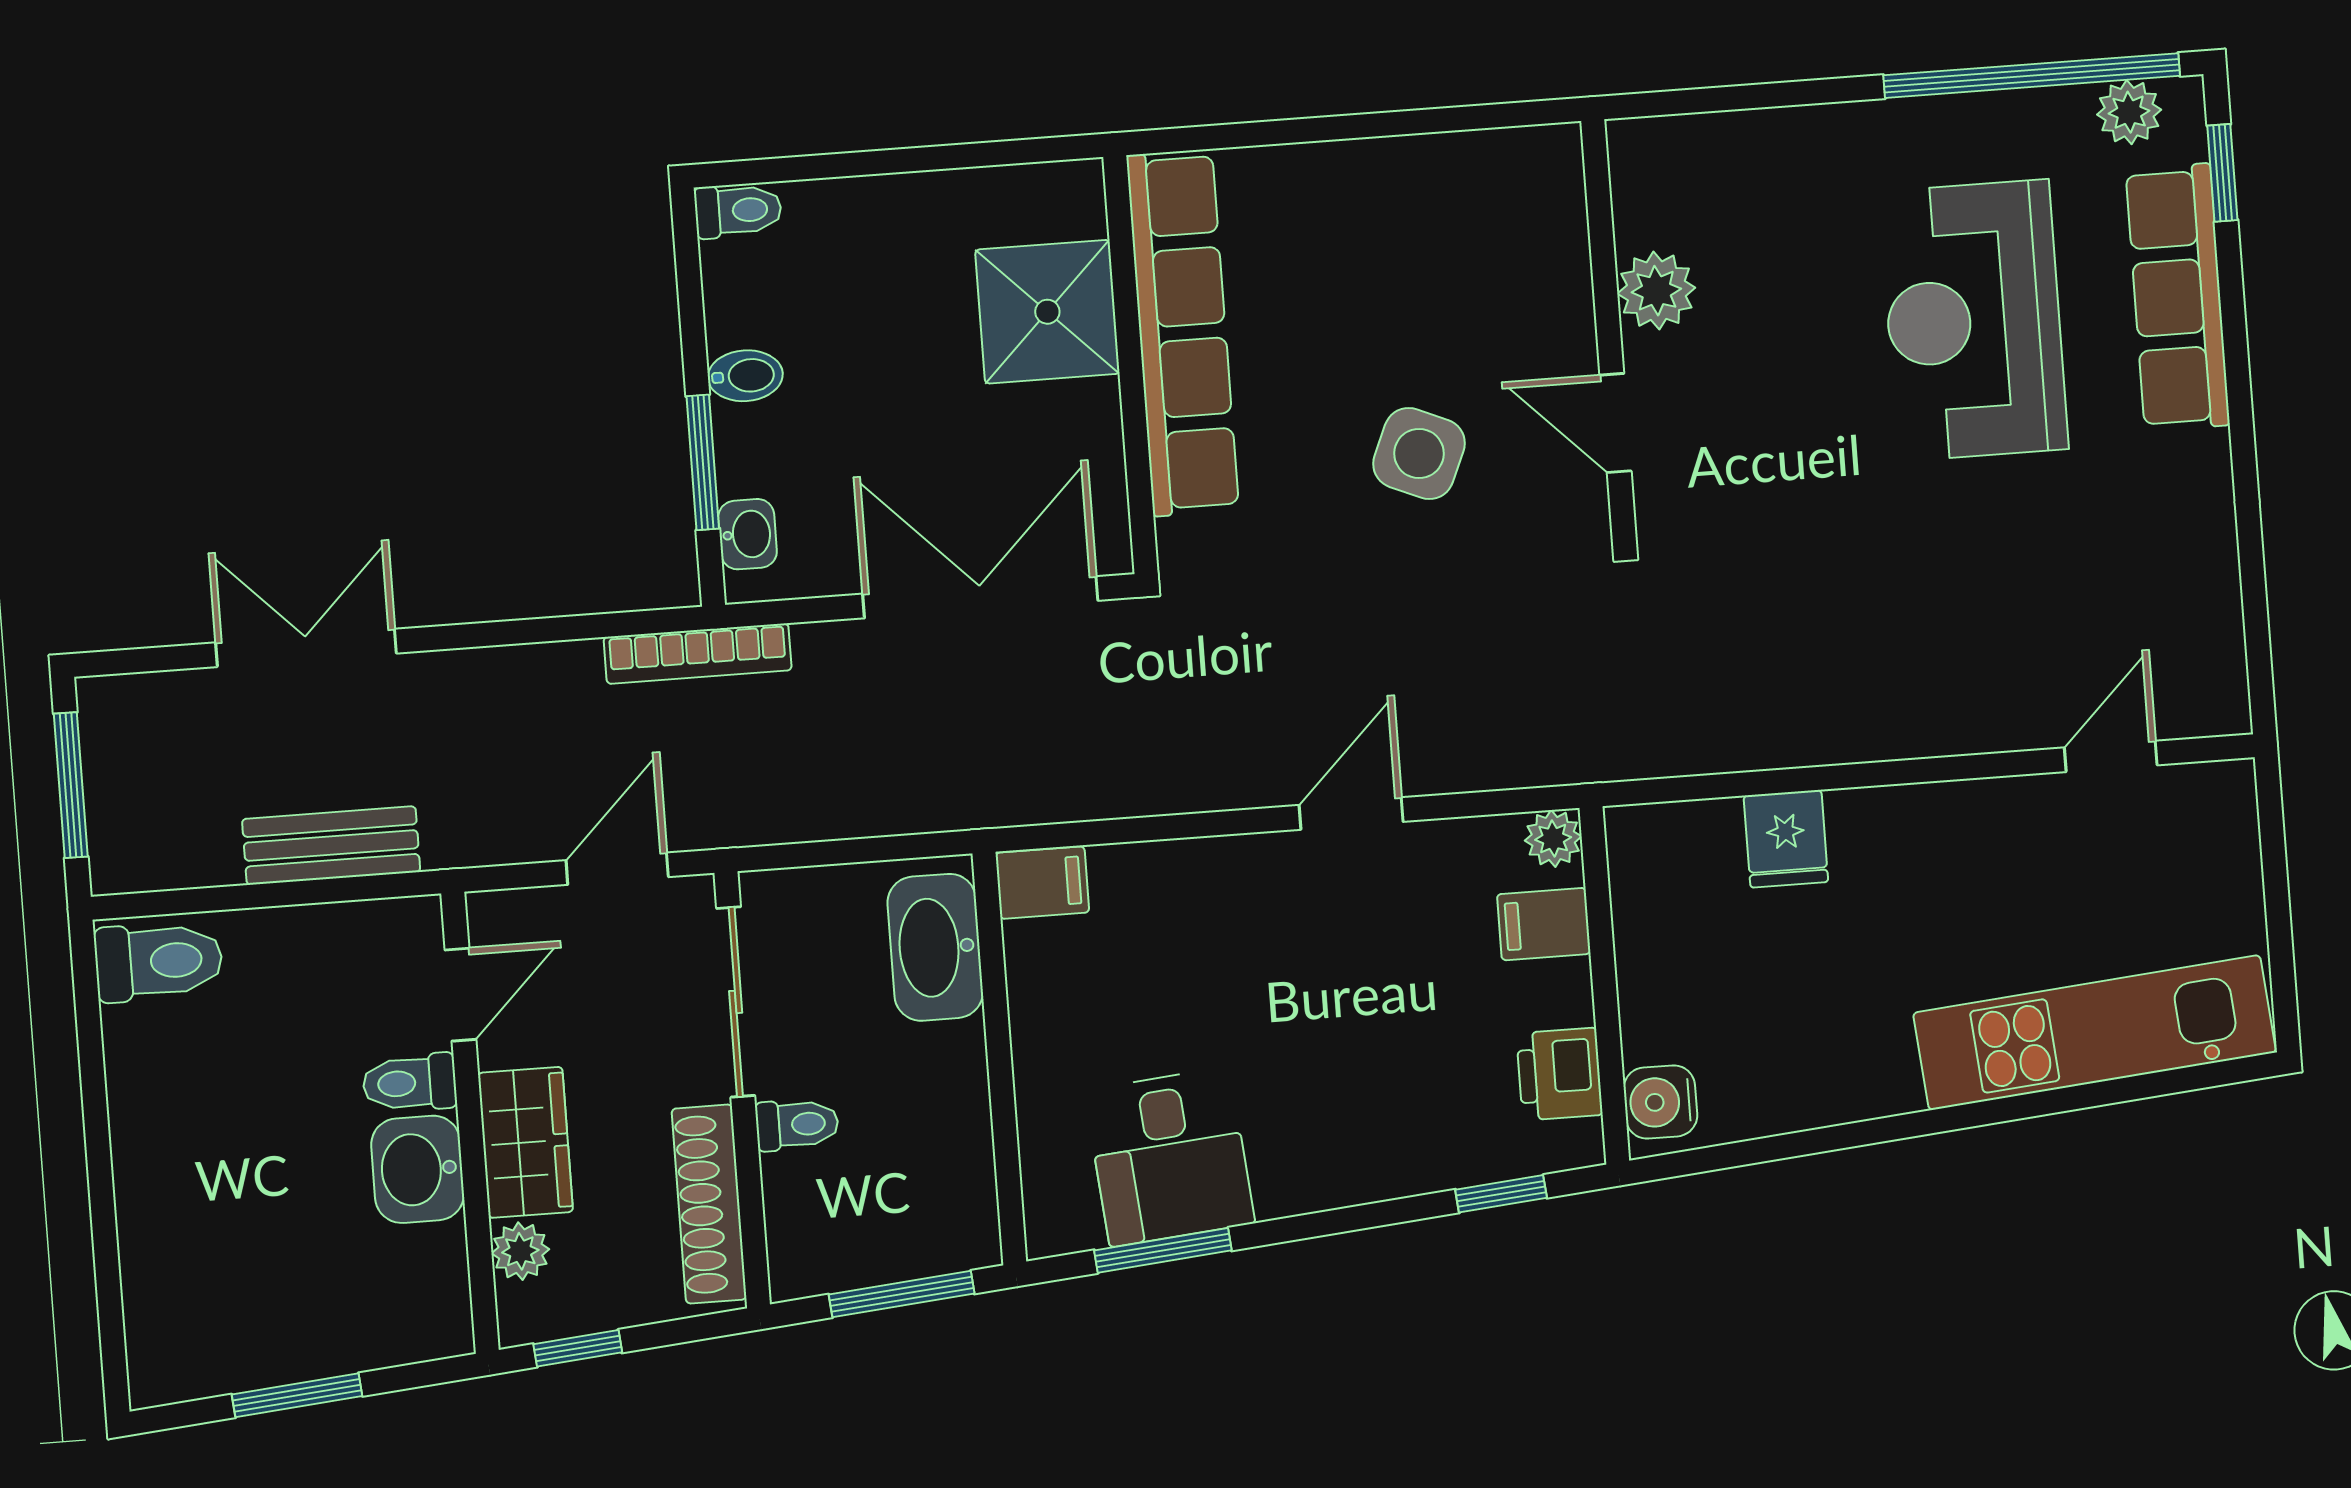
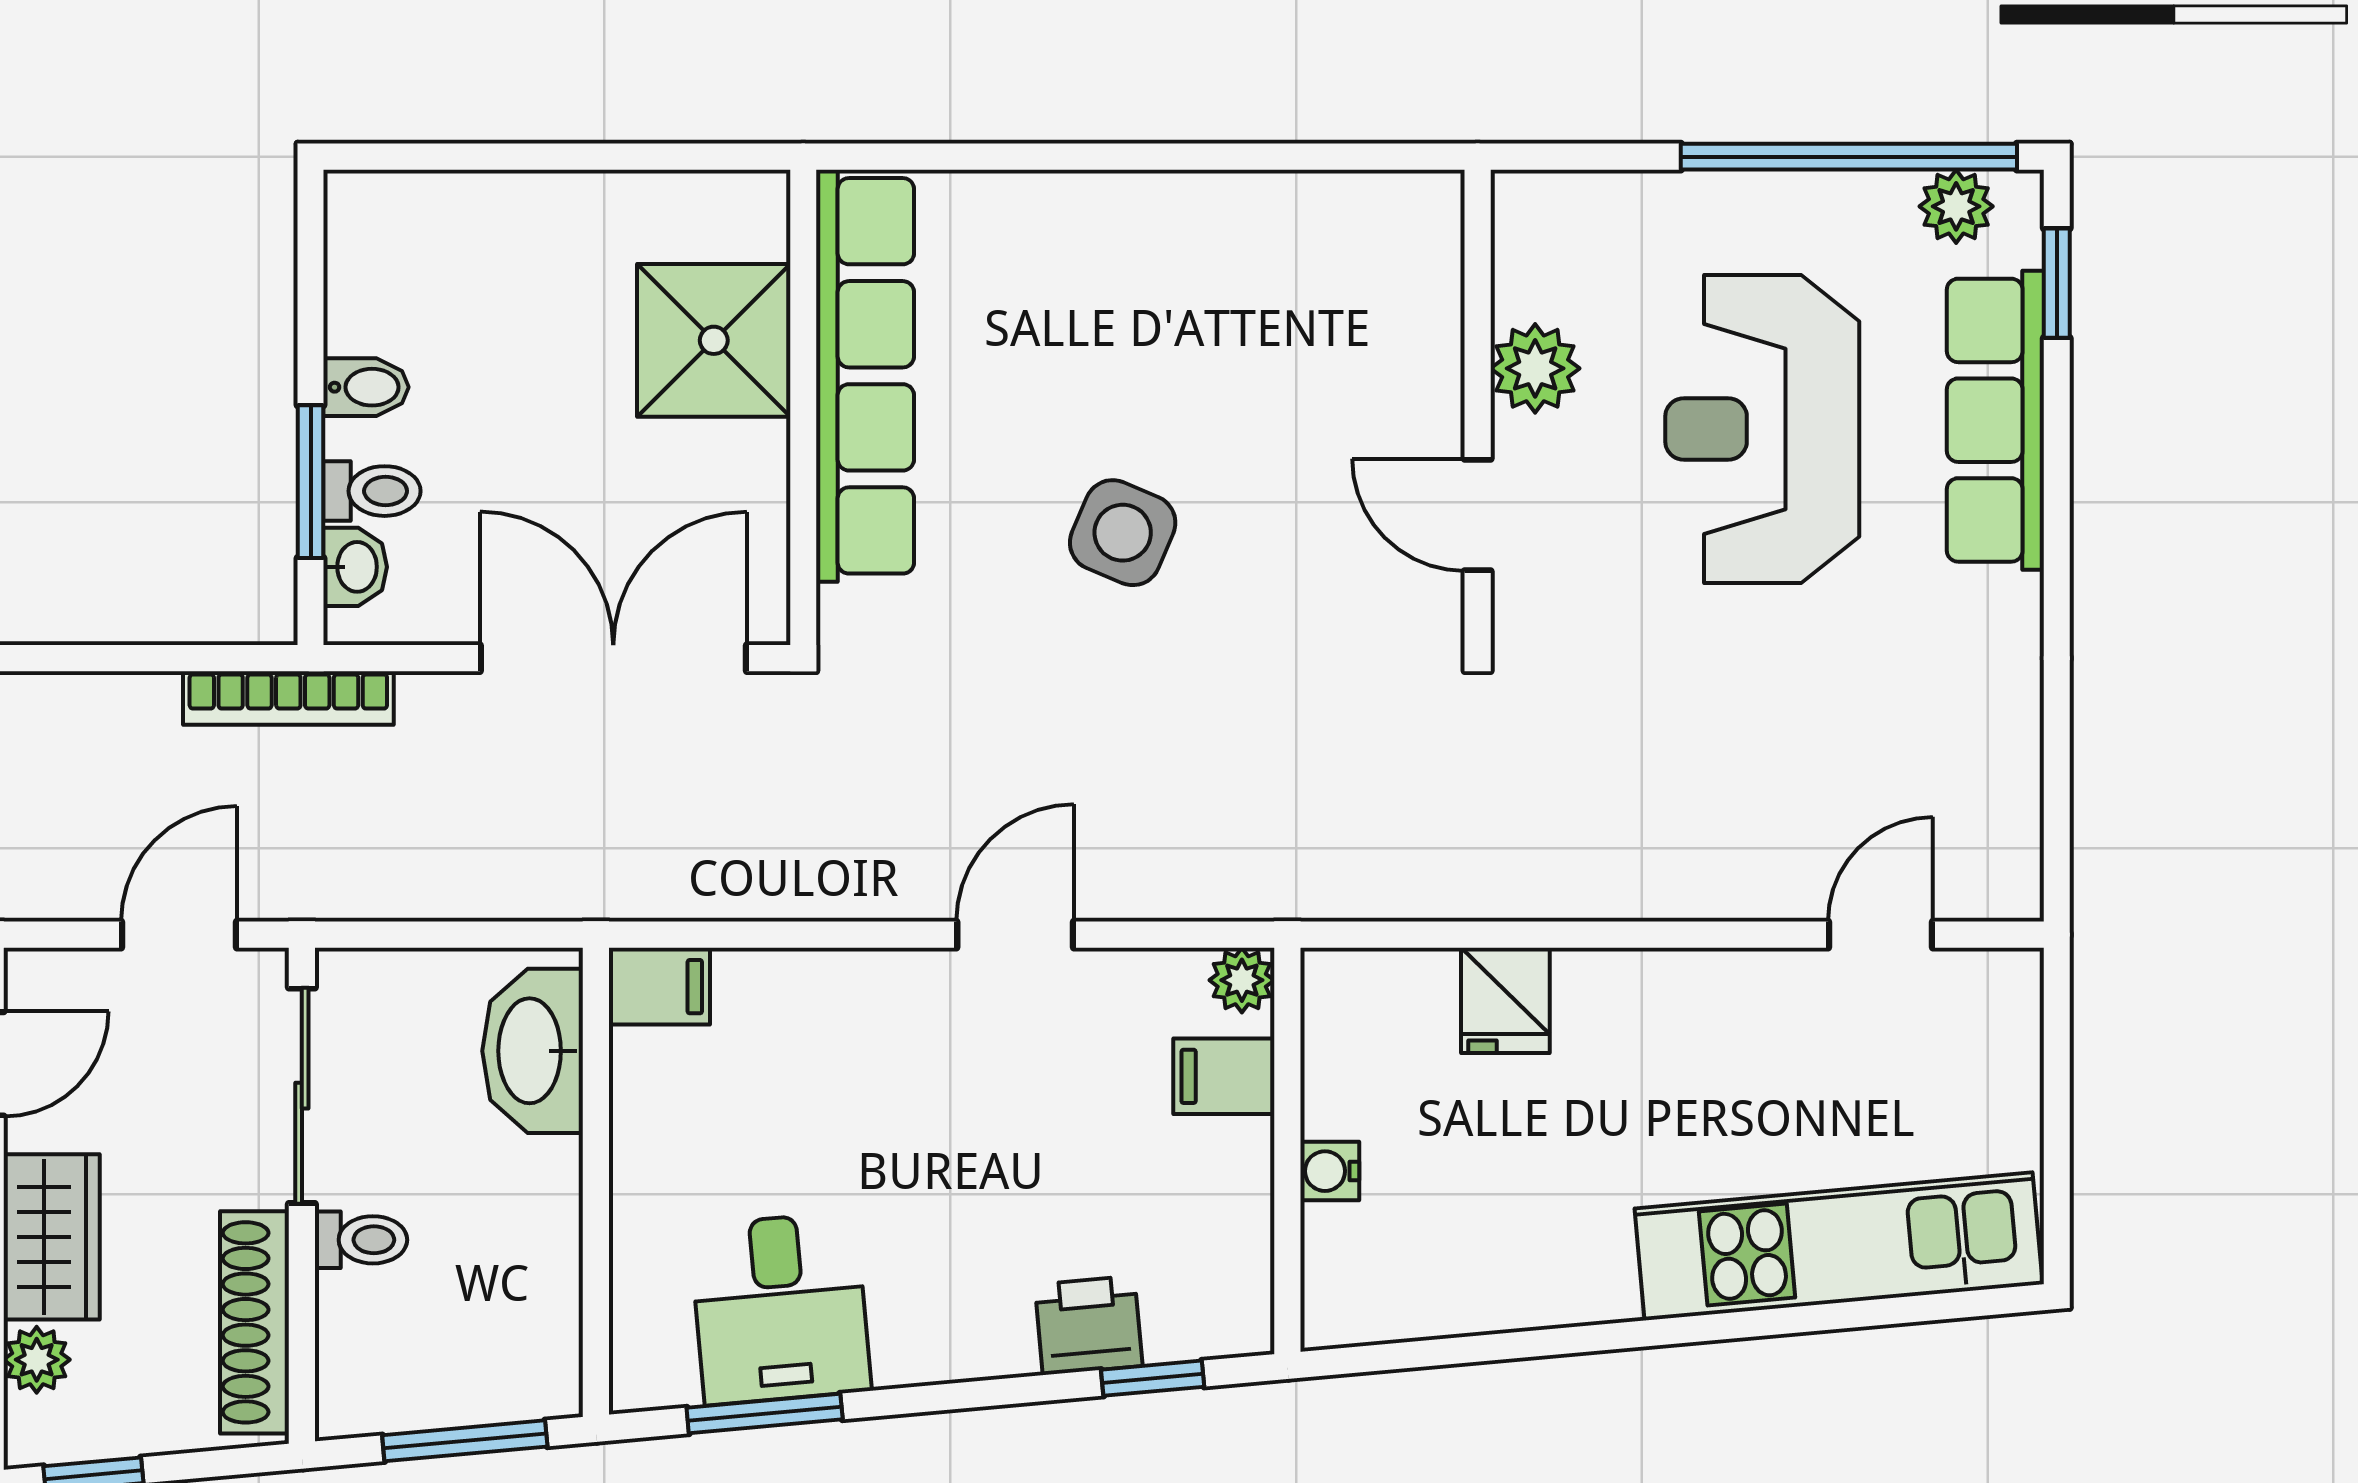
toilet: (738, 211) -> (372, 491), moved
plant: (1656, 291) -> (1535, 368), moved
wall: (1608, 329) -> (1478, 407), moved
door: (1616, 423) -> (1478, 515), moved
printer: (1559, 1074) -> (1089, 1325), moved, turned 85
water cooler: (1660, 1102) -> (1330, 1171), moved, width x0.72, depth x0.72

